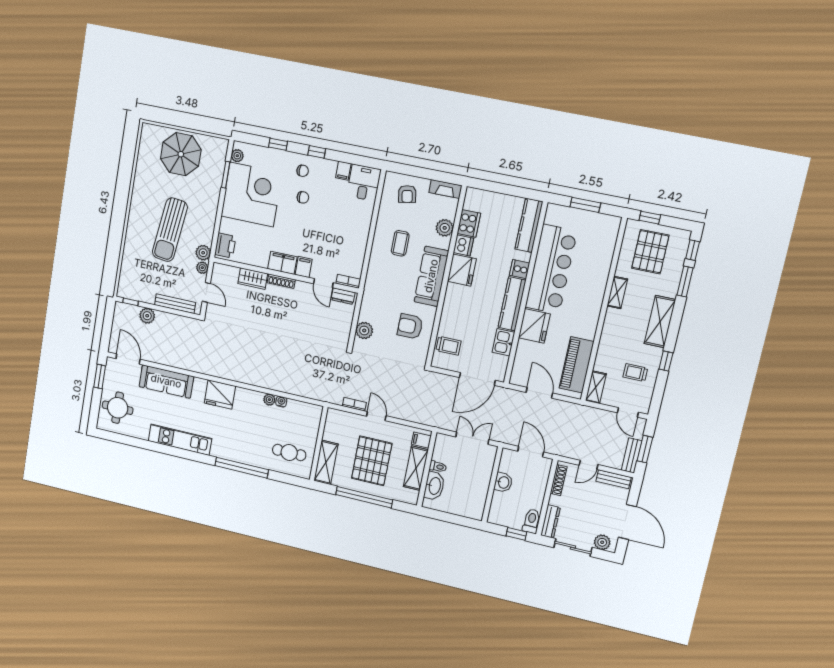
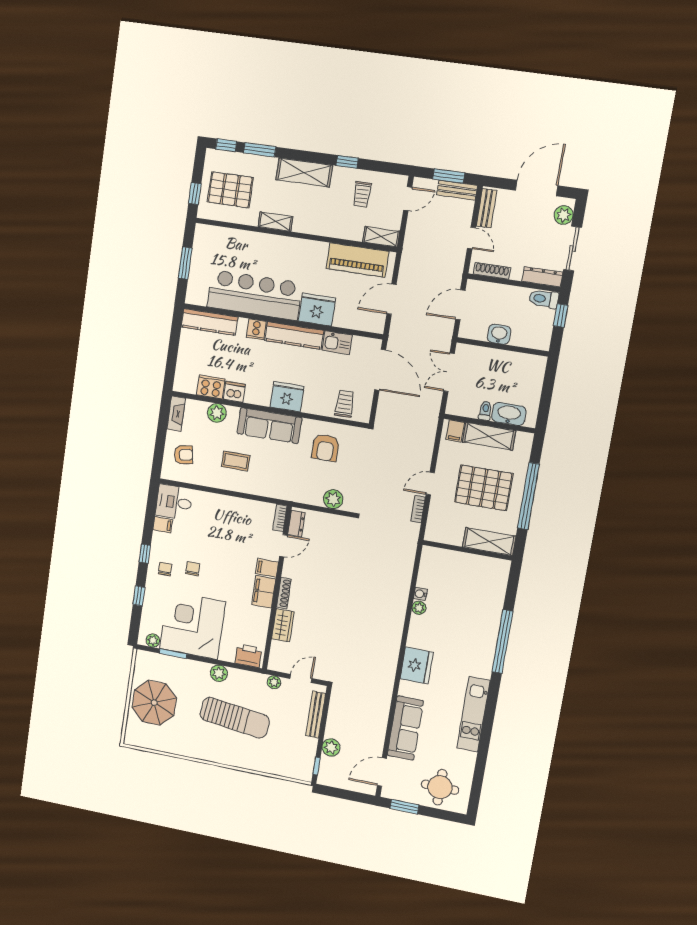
plant: (203, 253) -> (219, 673), moved
fridge: (462, 270) -> (287, 397), moved
cafe table: (289, 453) -> (480, 585), removed

